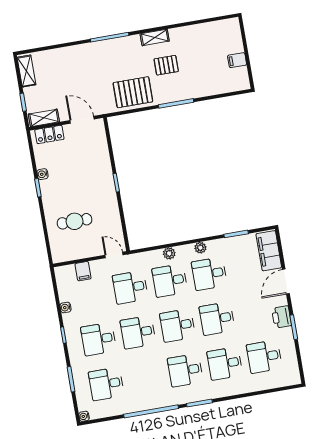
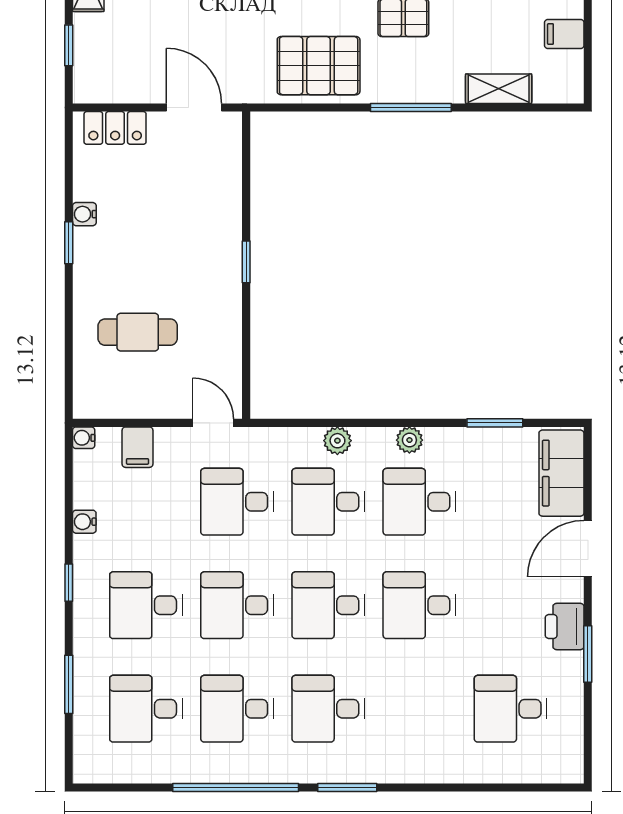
shelving: (44, 118) -> (499, 89), moved
desk: (225, 363) -> (237, 709), moved
water cooler: (84, 416) -> (84, 438), moved

